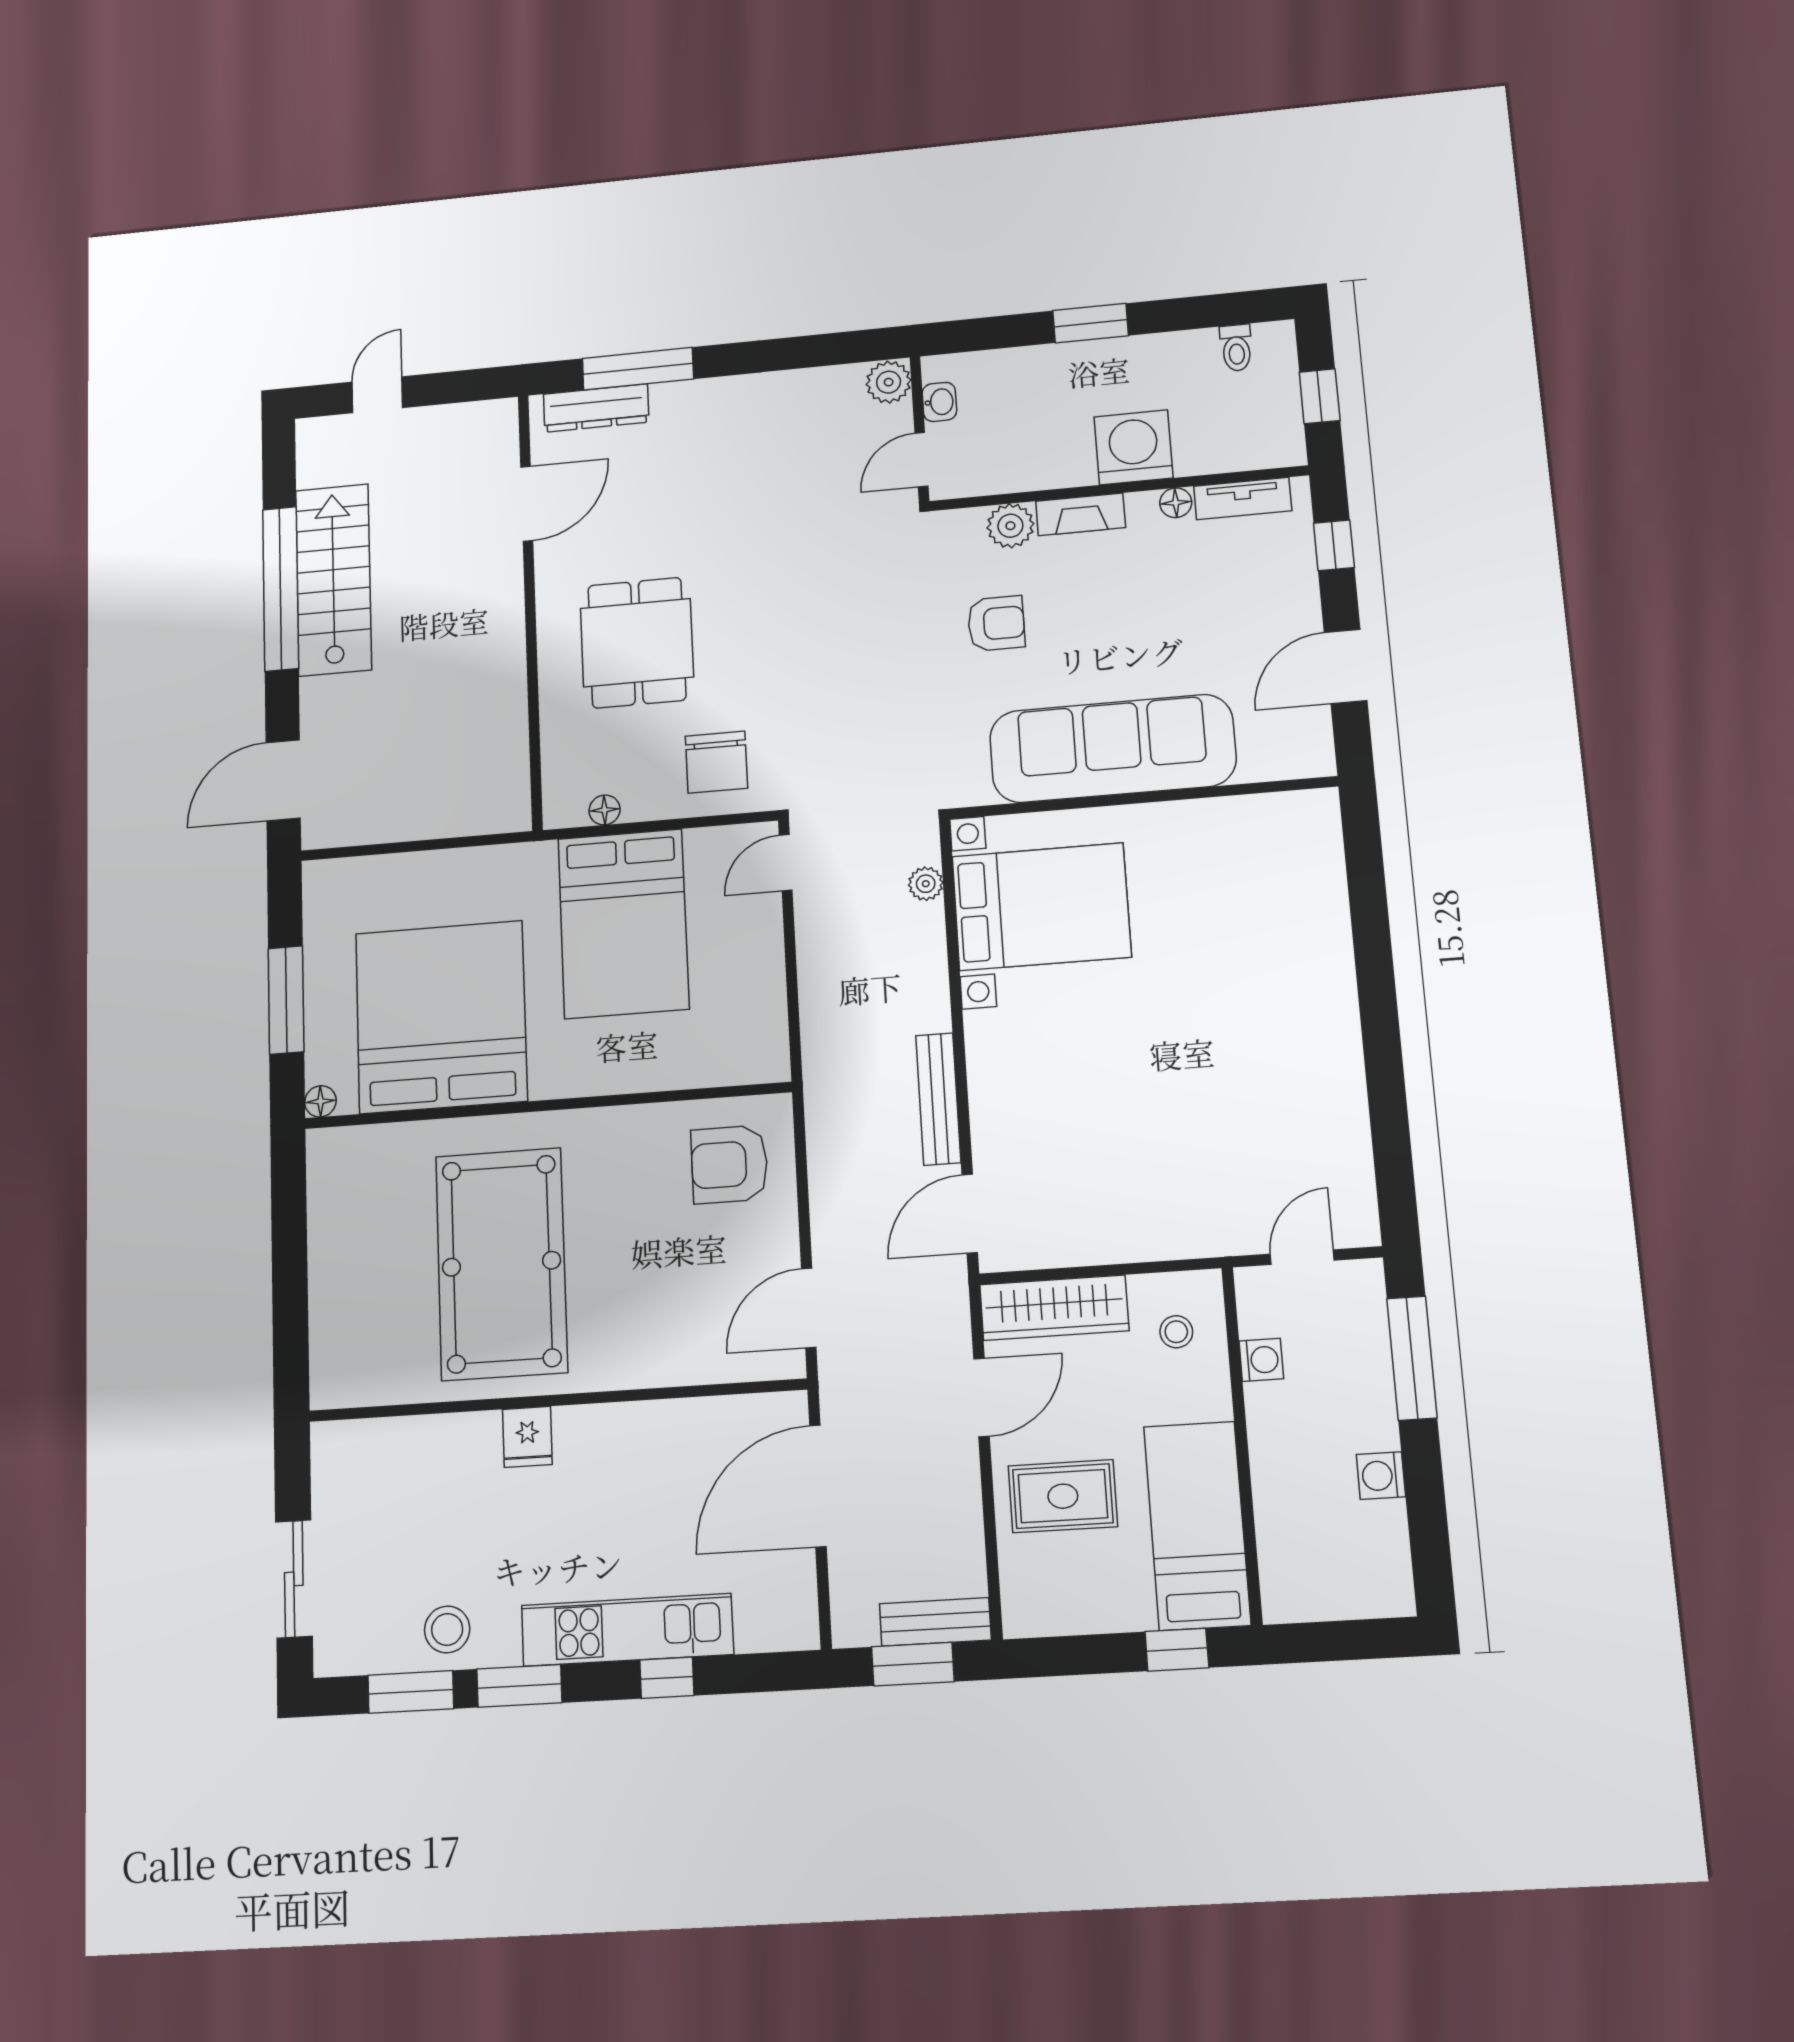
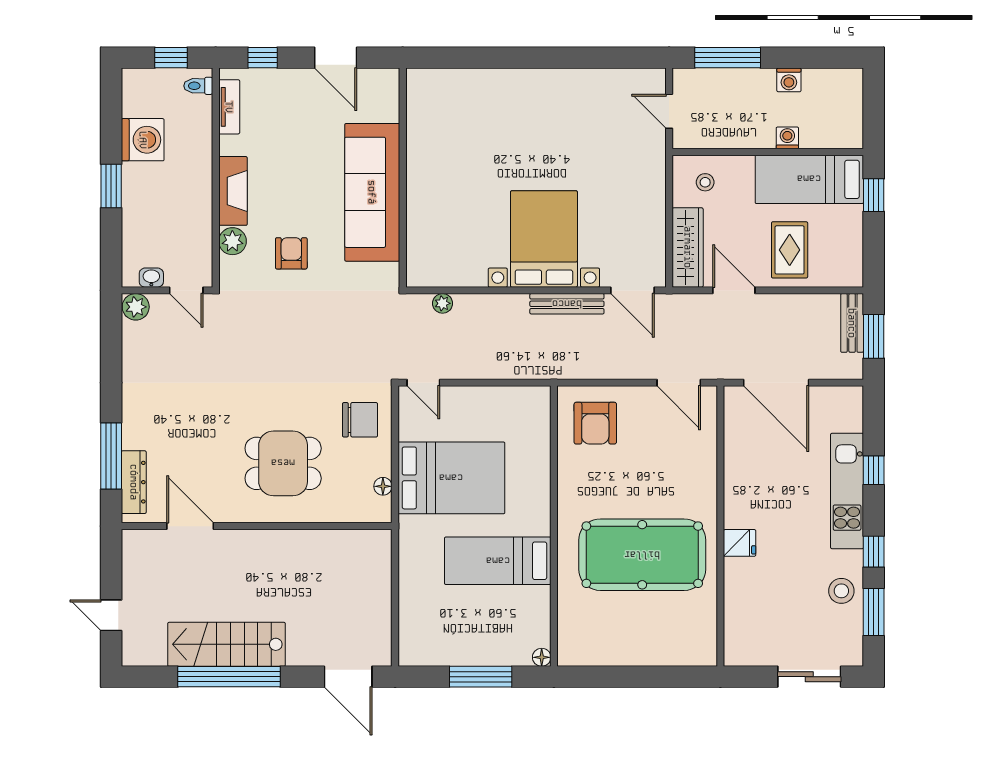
toilet: (1236, 348) -> (198, 86), moved, turned 180
washing machine: (1133, 447) -> (143, 140), moved, turned 180
floor lamp: (1176, 503) -> (228, 145), removed
fireplace: (1081, 514) -> (233, 191), width x1.37, depth x1.32
bed with nightstands: (1041, 907) -> (544, 239), moved
bed: (441, 1017) -> (498, 561), width x0.49
washing machine: (1261, 1360) -> (787, 138), moved
window: (519, 1686) -> (874, 552), width x0.67

